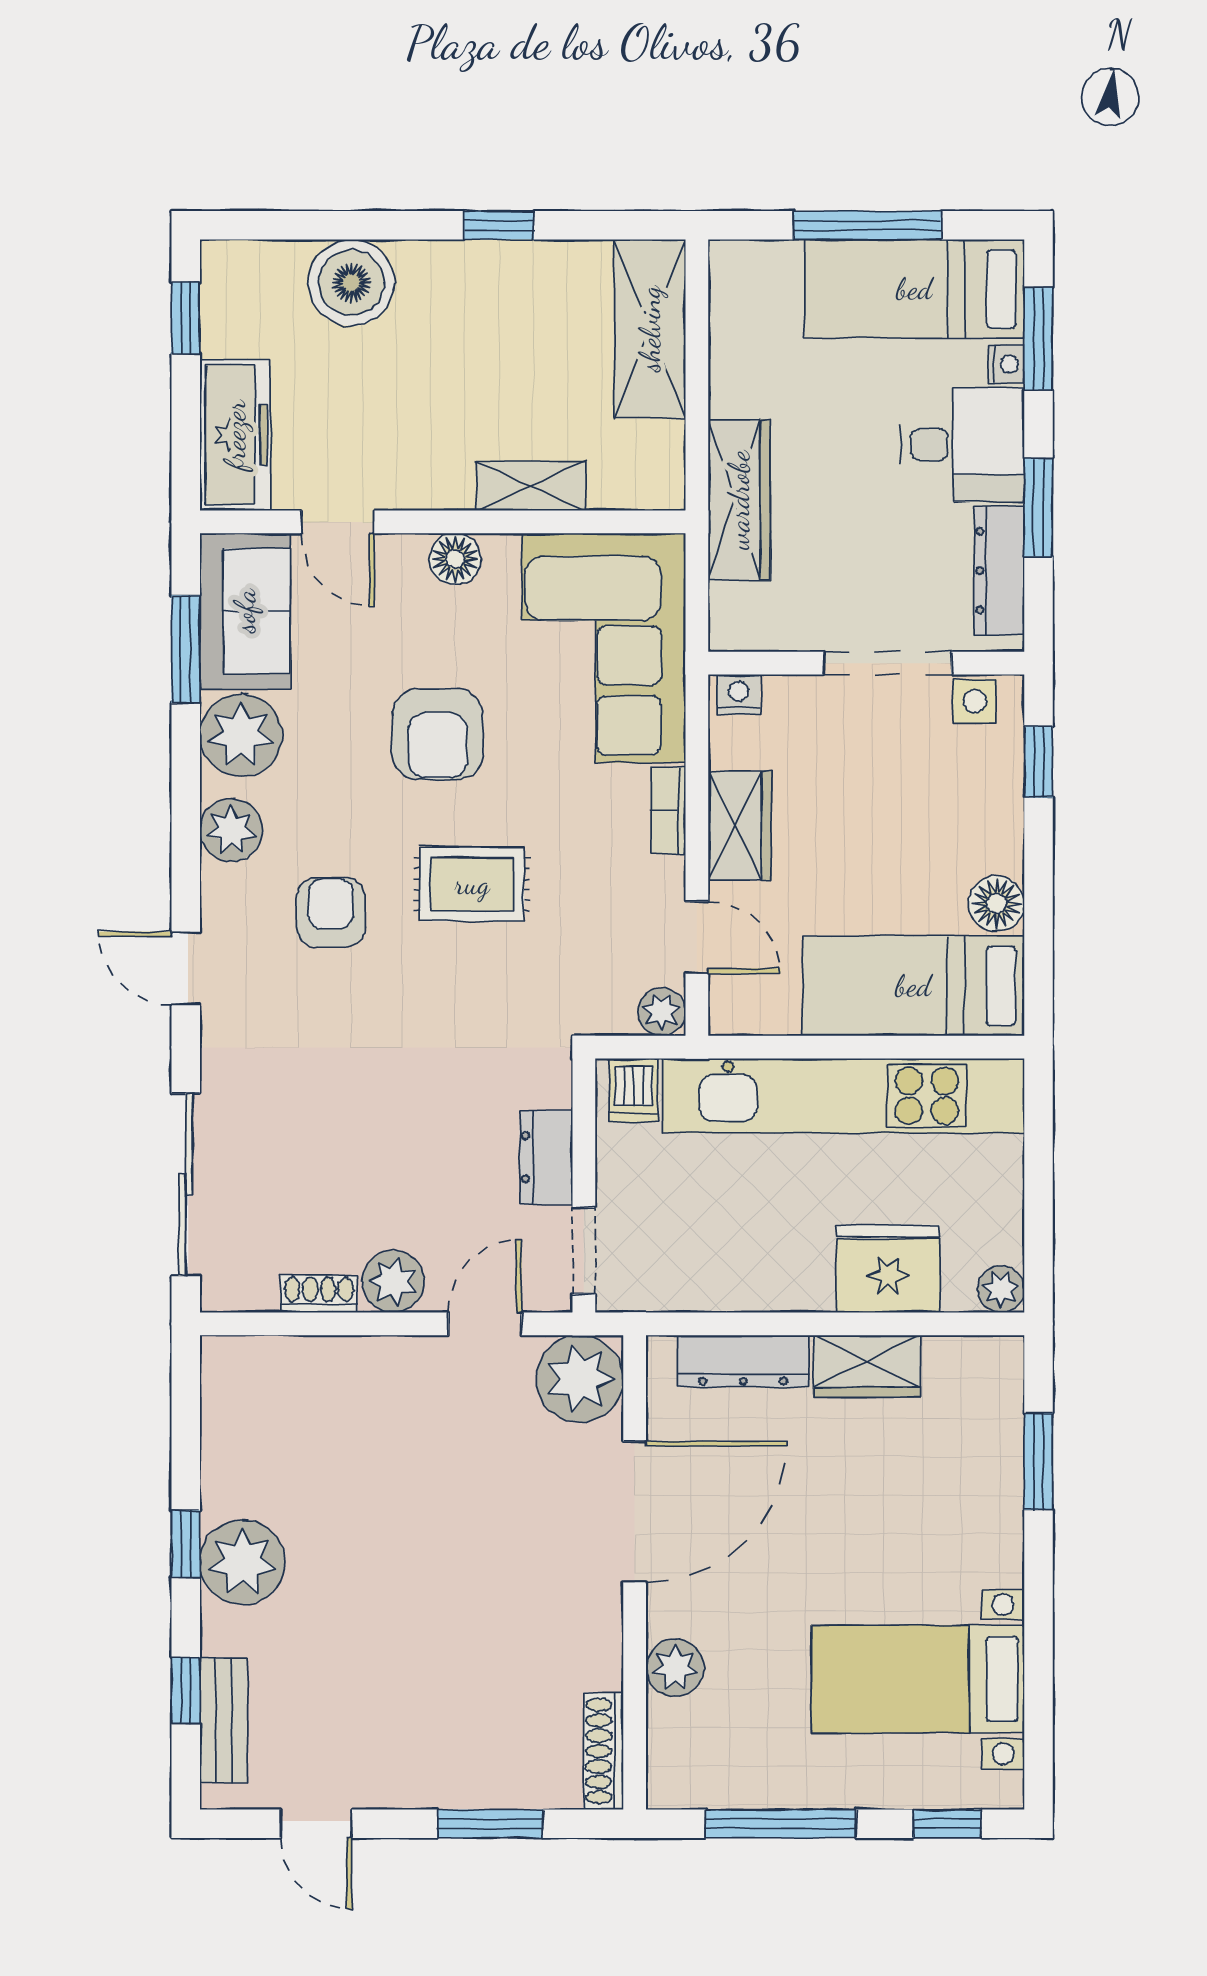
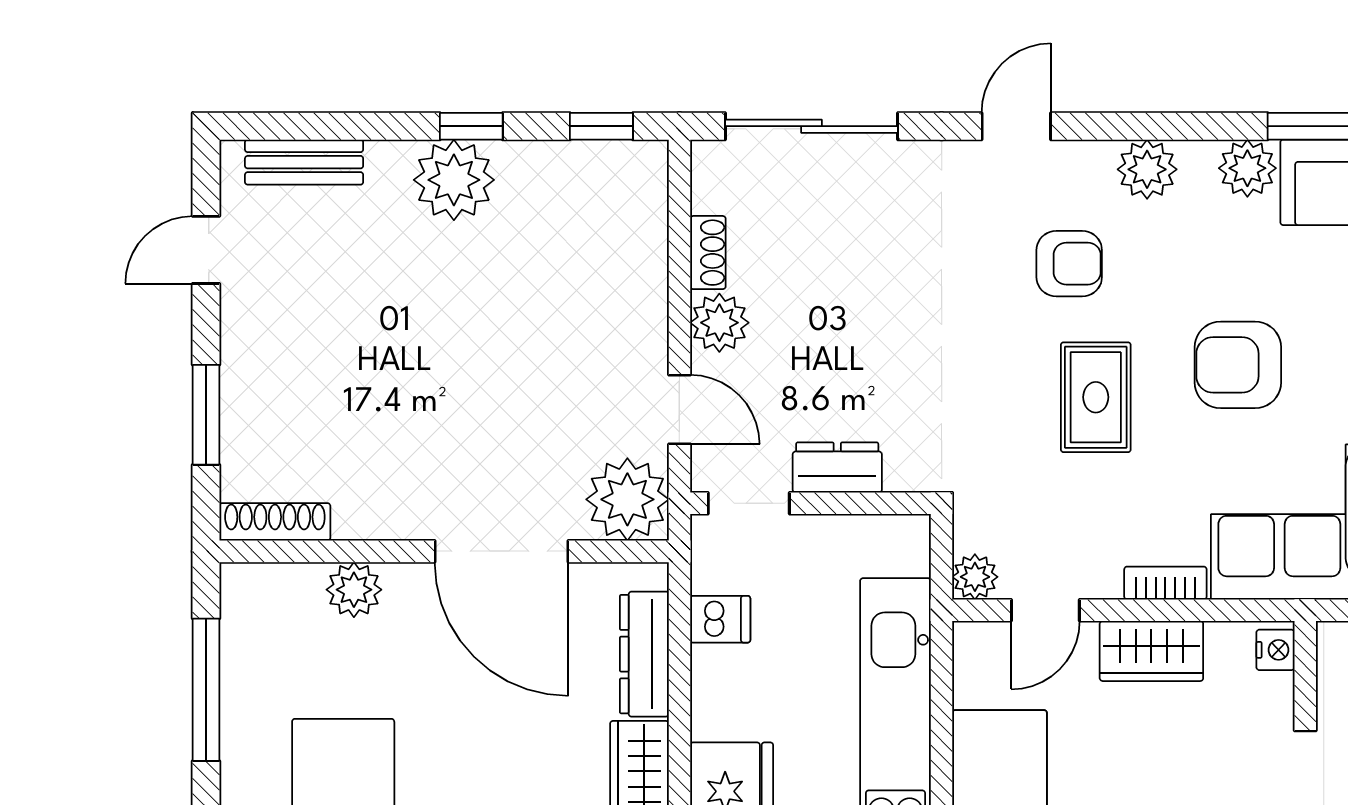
plant: (241, 735) -> (1247, 168), width x0.73, depth x0.73
dishwasher: (634, 1090) -> (720, 619), moved, turned 180
window: (186, 1691) -> (601, 126), moved

